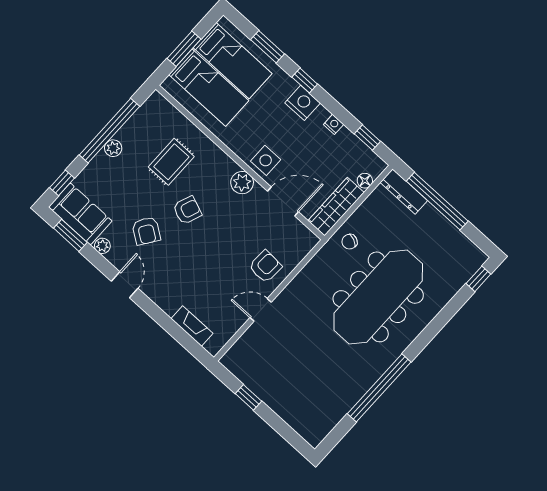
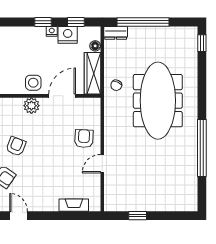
window: (305, 81) -> (43, 22), moved
nightstand: (303, 103) -> (68, 35), moved
dresser: (404, 191) -> (116, 33), width x0.70

